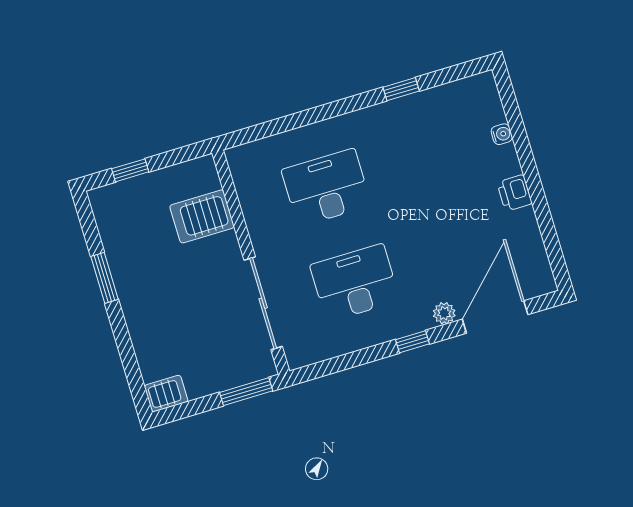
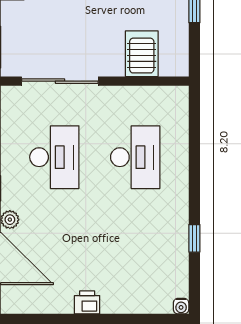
water cooler: (502, 134) -> (181, 306), moved

